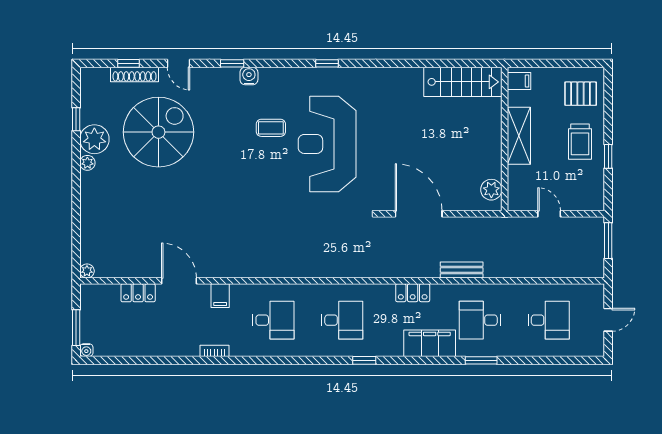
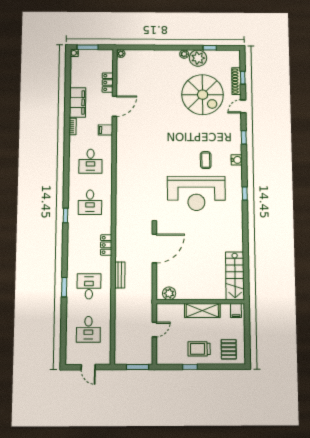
water cooler: (249, 76) -> (237, 160), moved
reception desk: (327, 144) -> (196, 193), turned 180
filing cabinet: (430, 343) -> (78, 102), moved

